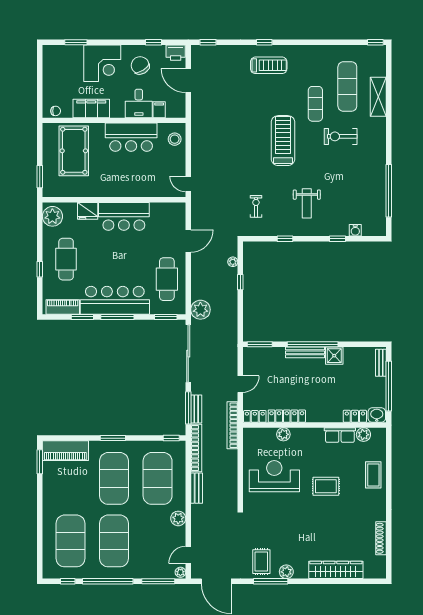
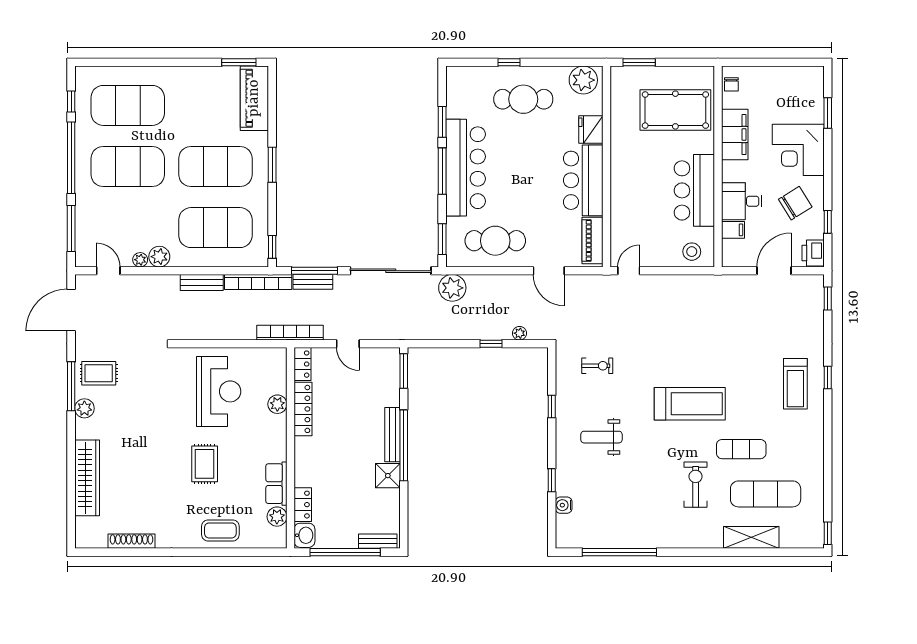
piano: (63, 307) -> (593, 241), moved, turned 180
plant: (180, 572) -> (140, 260), moved

